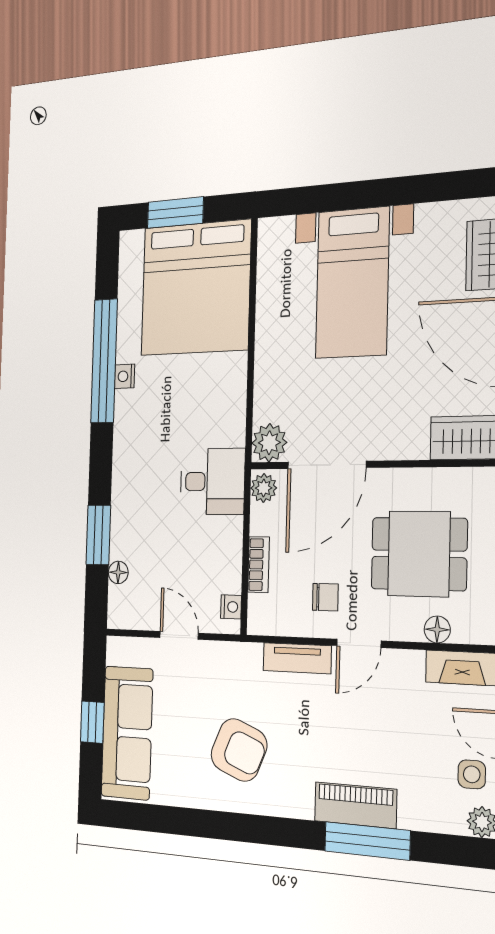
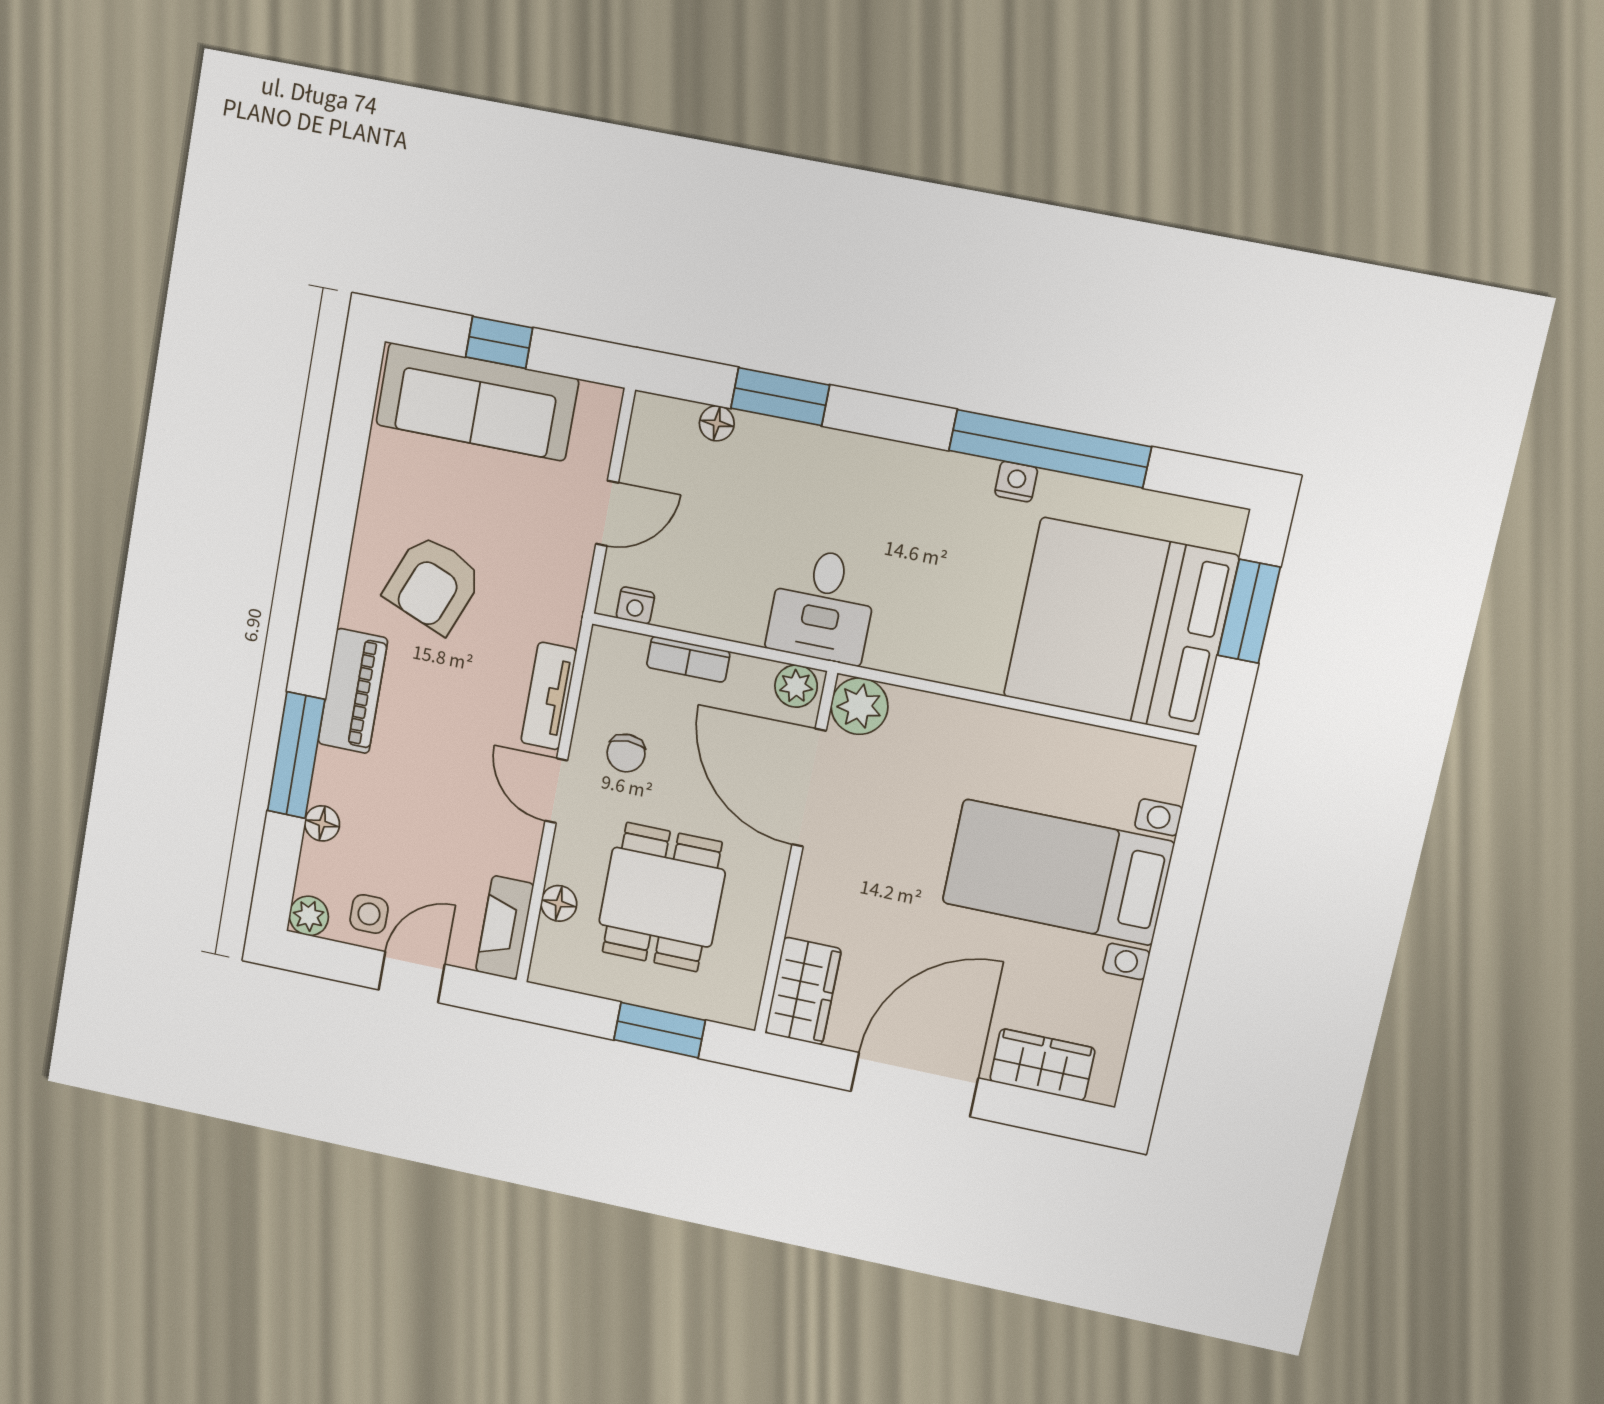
piano: (355, 805) -> (353, 691), moved
floor lamp: (412, 817) -> (322, 823), added

